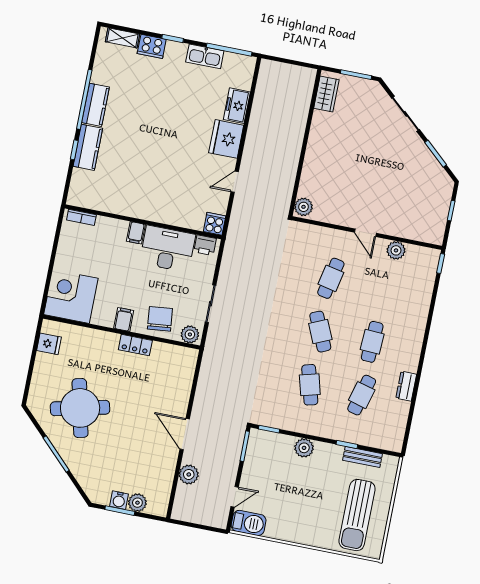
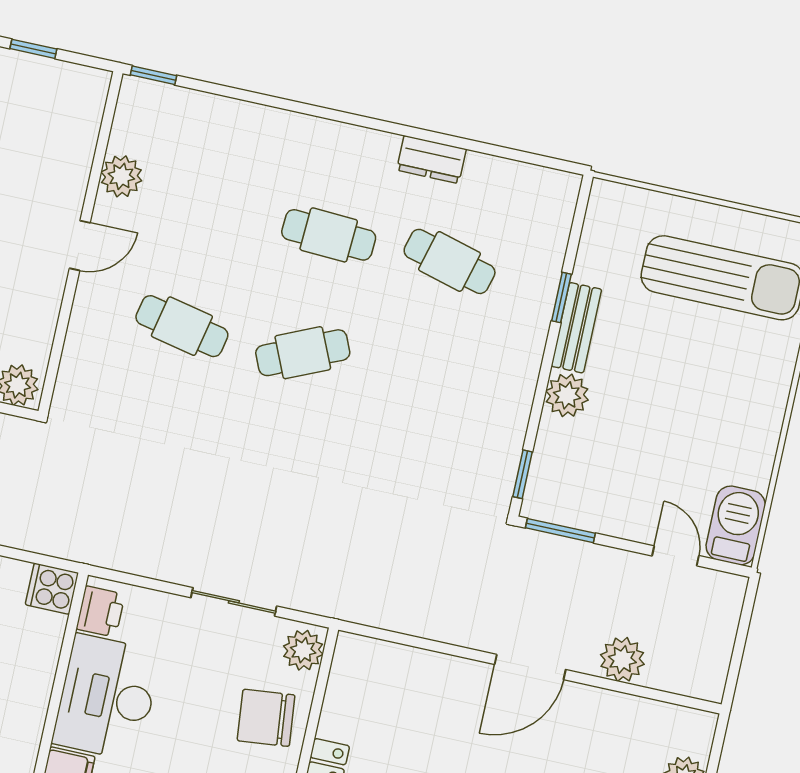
cafe table: (310, 385) -> (424, 379), removed
bench: (362, 457) -> (576, 328), moved

